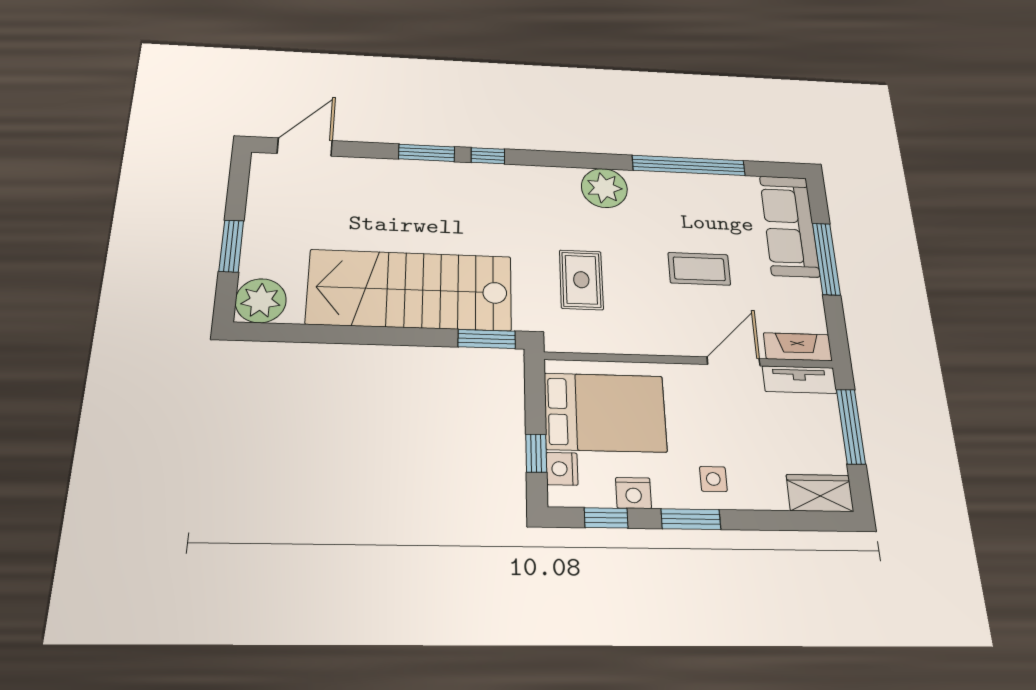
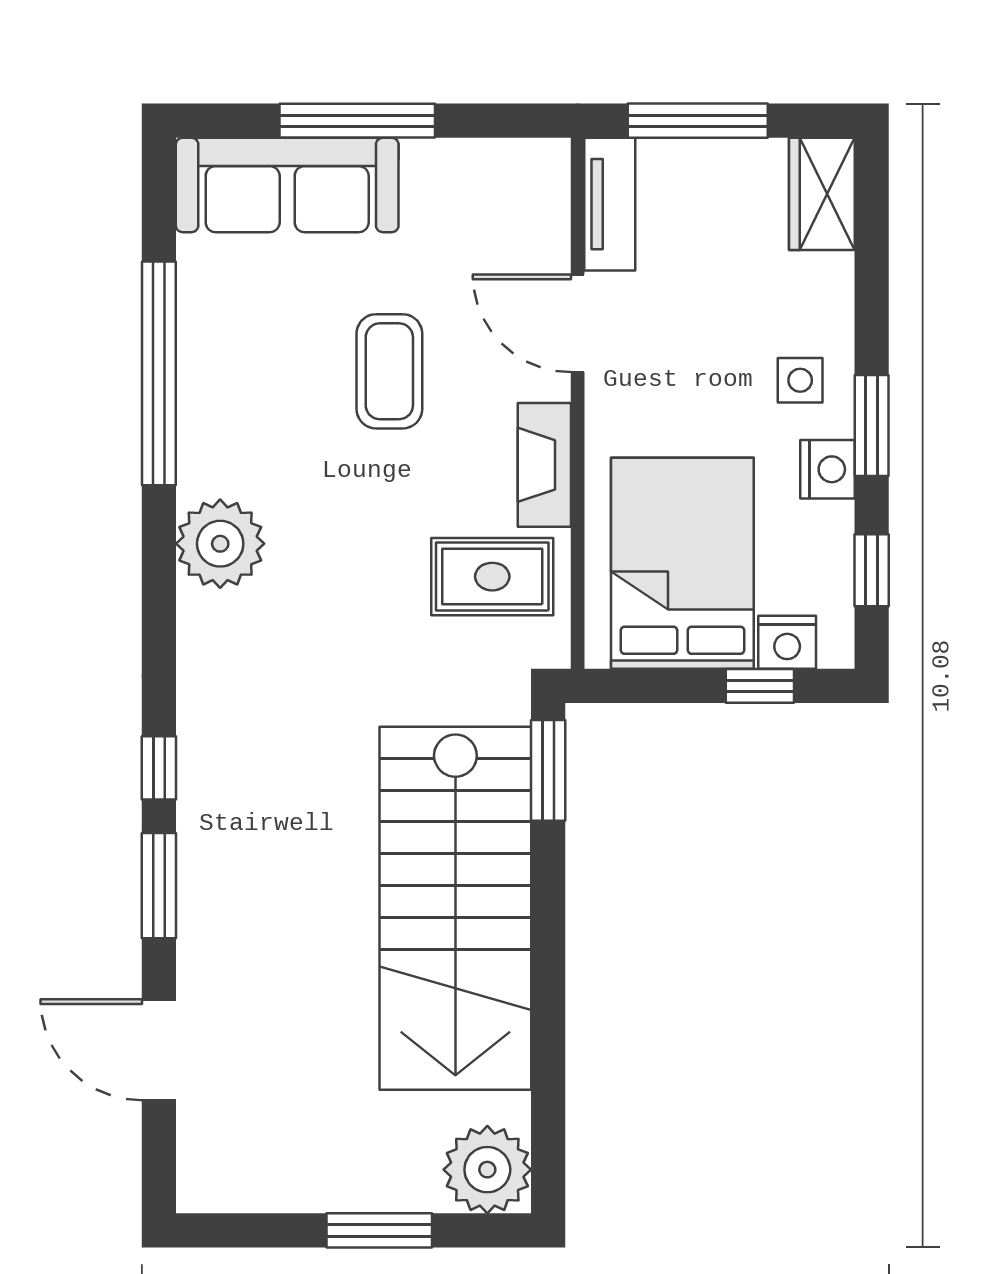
door: (305, 147) -> (159, 1050), moved
rug: (581, 280) -> (492, 577), moved
fireplace: (798, 347) -> (544, 465), moved
nightstand: (633, 493) -> (827, 469), moved

